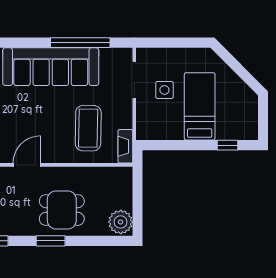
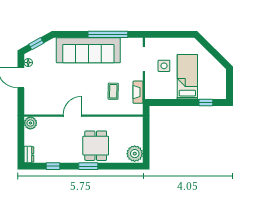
coffee table: (88, 128) -> (113, 91), width x0.54, depth x0.58
fireplace: (125, 146) -> (138, 92), moved
dining table: (62, 210) -> (96, 146), turned 90

